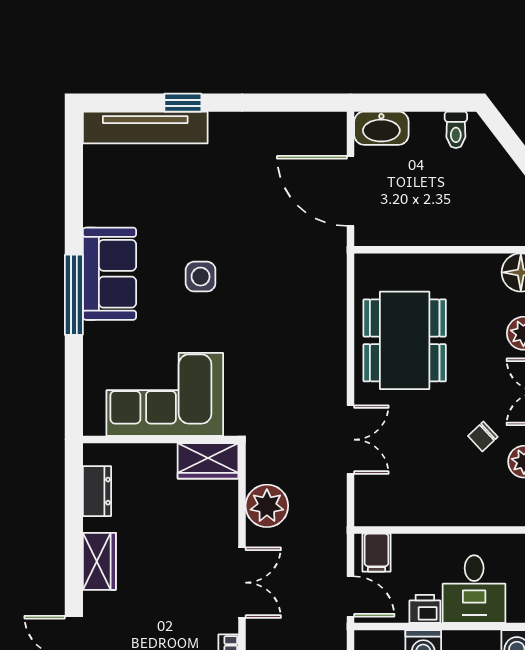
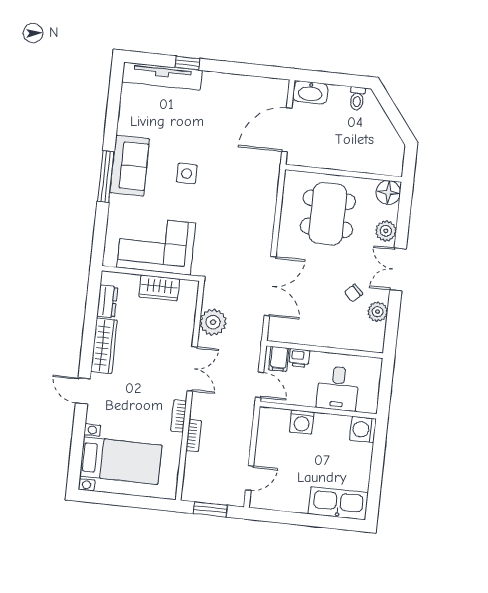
door: (351, 191) -> (287, 130), hinge flipped
dining table: (405, 340) -> (328, 214), moved
double door: (351, 440) -> (270, 286), width x1.37
wardrobe: (208, 461) -> (159, 288), moved
wardrobe: (99, 561) -> (104, 346), width x1.50
printer: (425, 609) -> (299, 358), moved, turned 180

